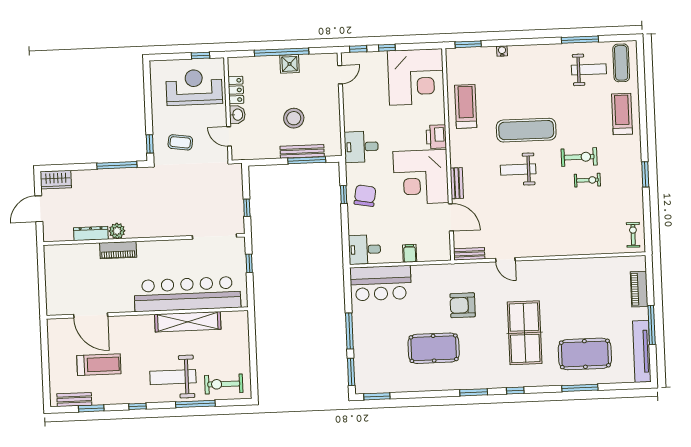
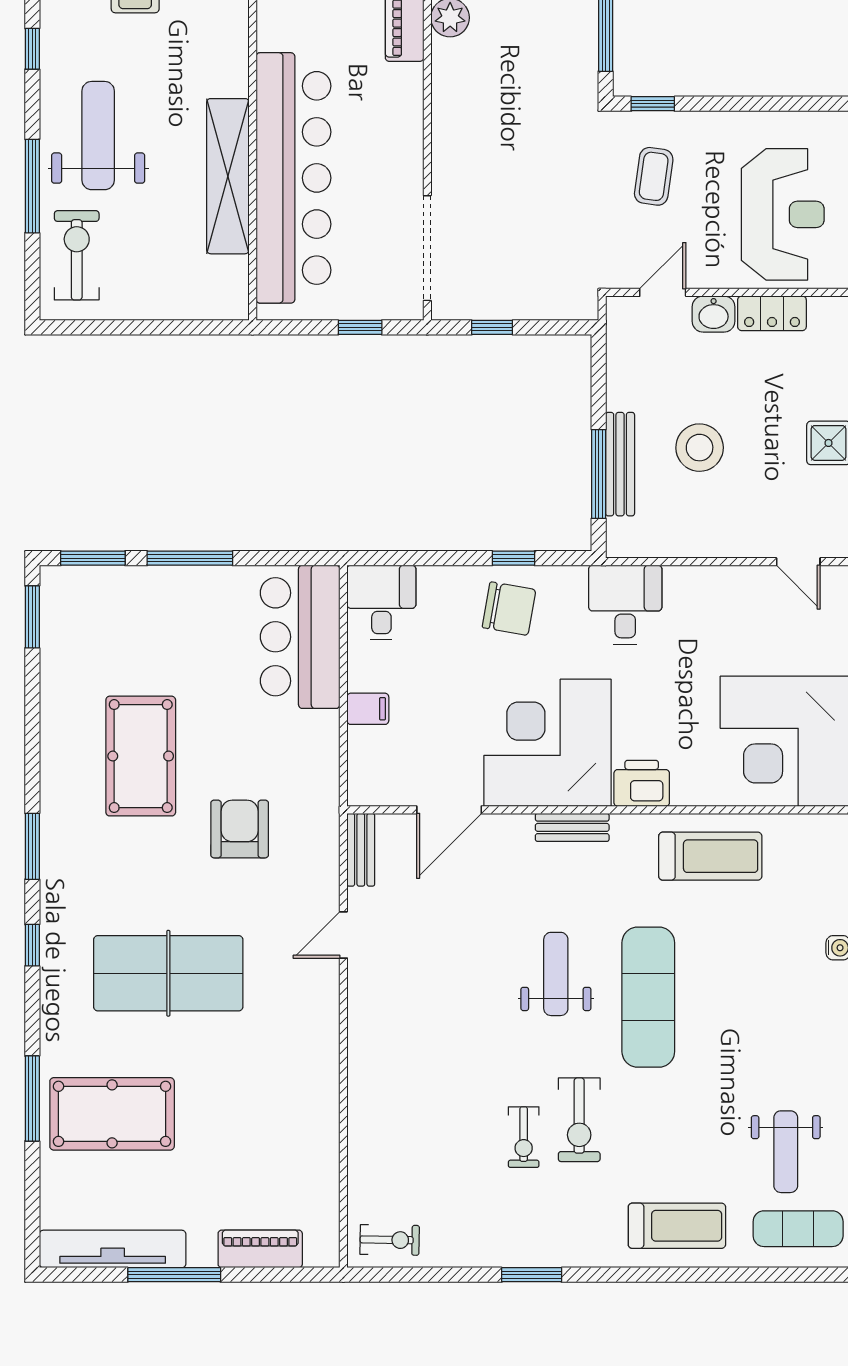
bench: (457, 183) -> (572, 827), moved
pool table: (585, 354) -> (112, 1114), turned 90

